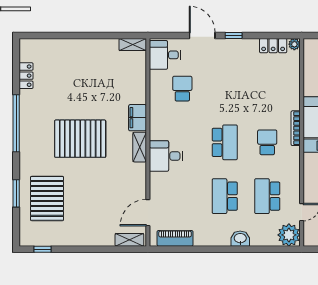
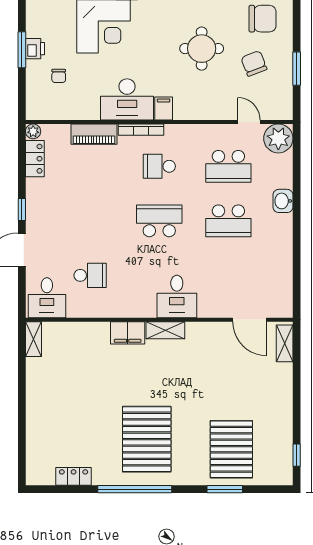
school desk: (182, 89) -> (90, 275), turned 180
pallet: (80, 139) -> (147, 439), moved
pallet: (47, 198) -> (231, 449), turned 90
piano: (175, 238) -> (94, 134), moved, turned -90

